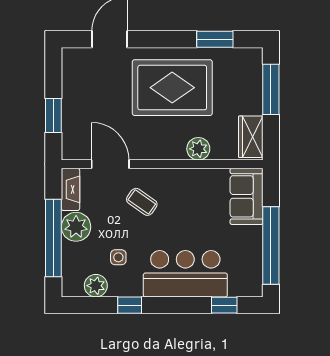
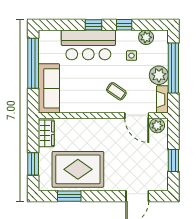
rug: (172, 88) -> (78, 169), moved
window: (271, 89) -> (33, 164), width x0.69
window: (53, 116) -> (173, 161), moved
plant: (198, 149) -> (157, 126), moved
sofa: (247, 196) -> (49, 88), width x1.36
window: (224, 305) -> (94, 25), moved

